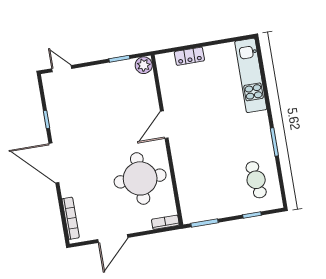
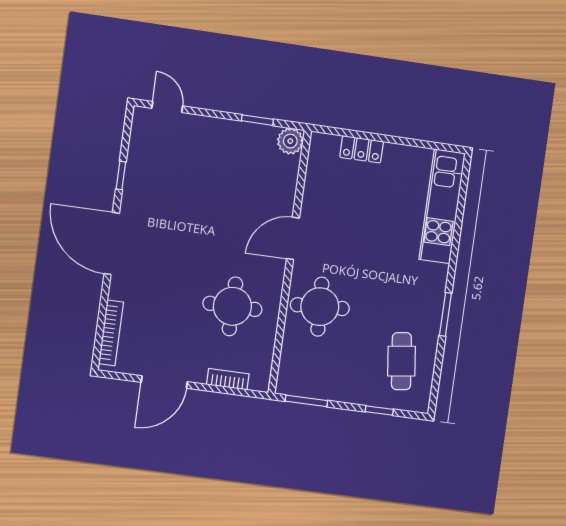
round table: (194, 162) -> (320, 307), added
round table: (140, 178) -> (232, 306), width x0.73, depth x0.73
bookcase: (165, 222) -> (228, 379), moved

